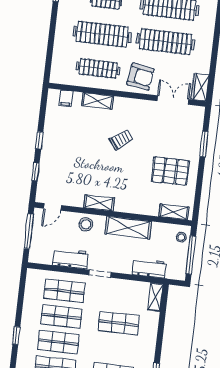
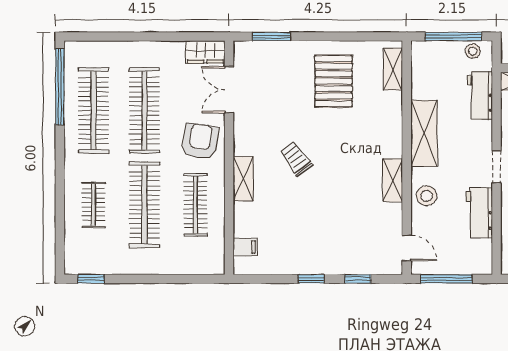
shelving: (98, 101) -> (243, 179), moved
window: (204, 144) -> (271, 37), moved
stool: (181, 237) -> (473, 51), moved

